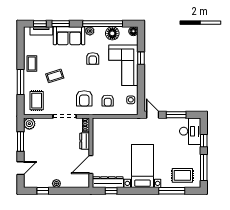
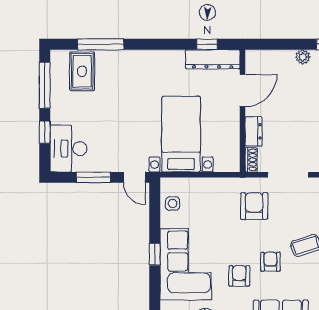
window: (141, 58) -> (155, 254), moved
armchair: (108, 101) -> (270, 262), moved
bed with nightstands: (142, 166) -> (181, 134), moved, turned 180
rug: (182, 175) -> (82, 71), turned 90

